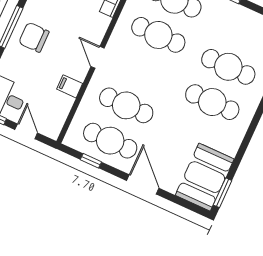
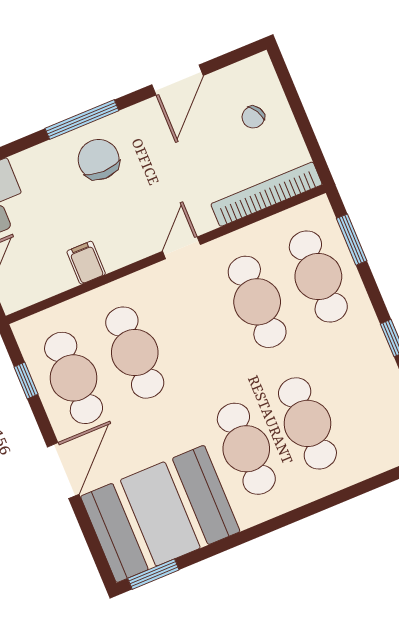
door: (97, 57) -> (181, 248), moved
booth: (205, 177) -> (160, 514), width x1.36, depth x1.42

